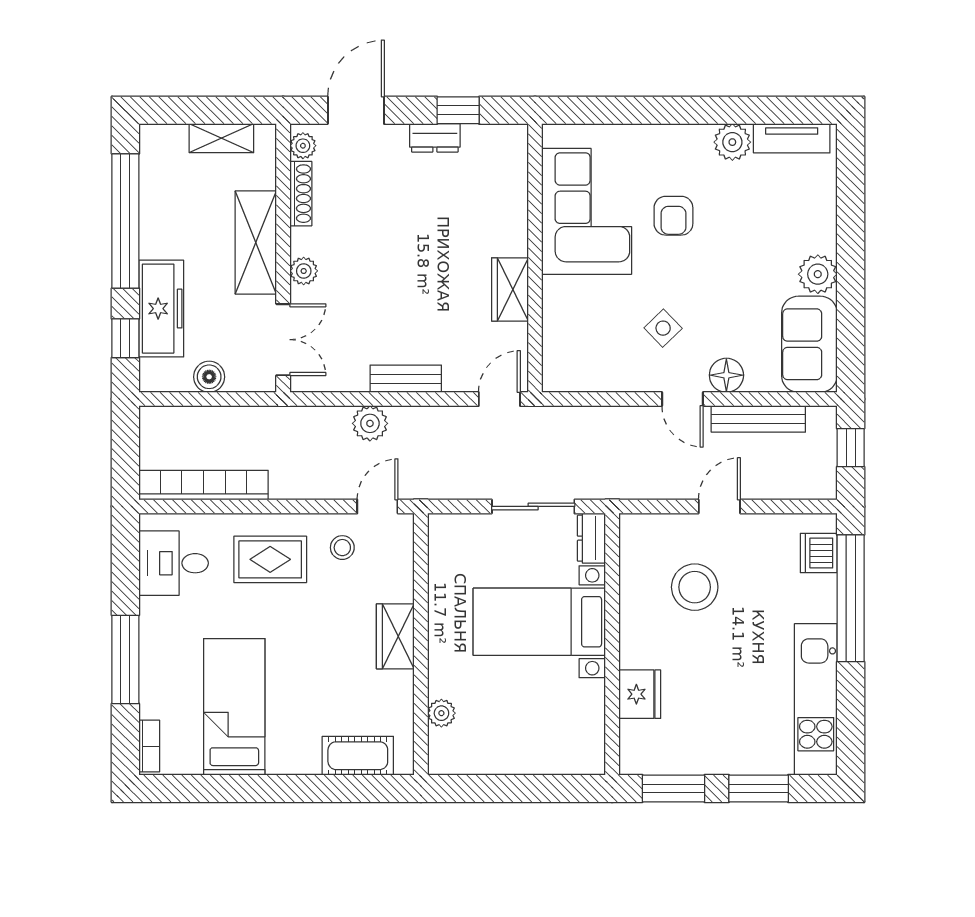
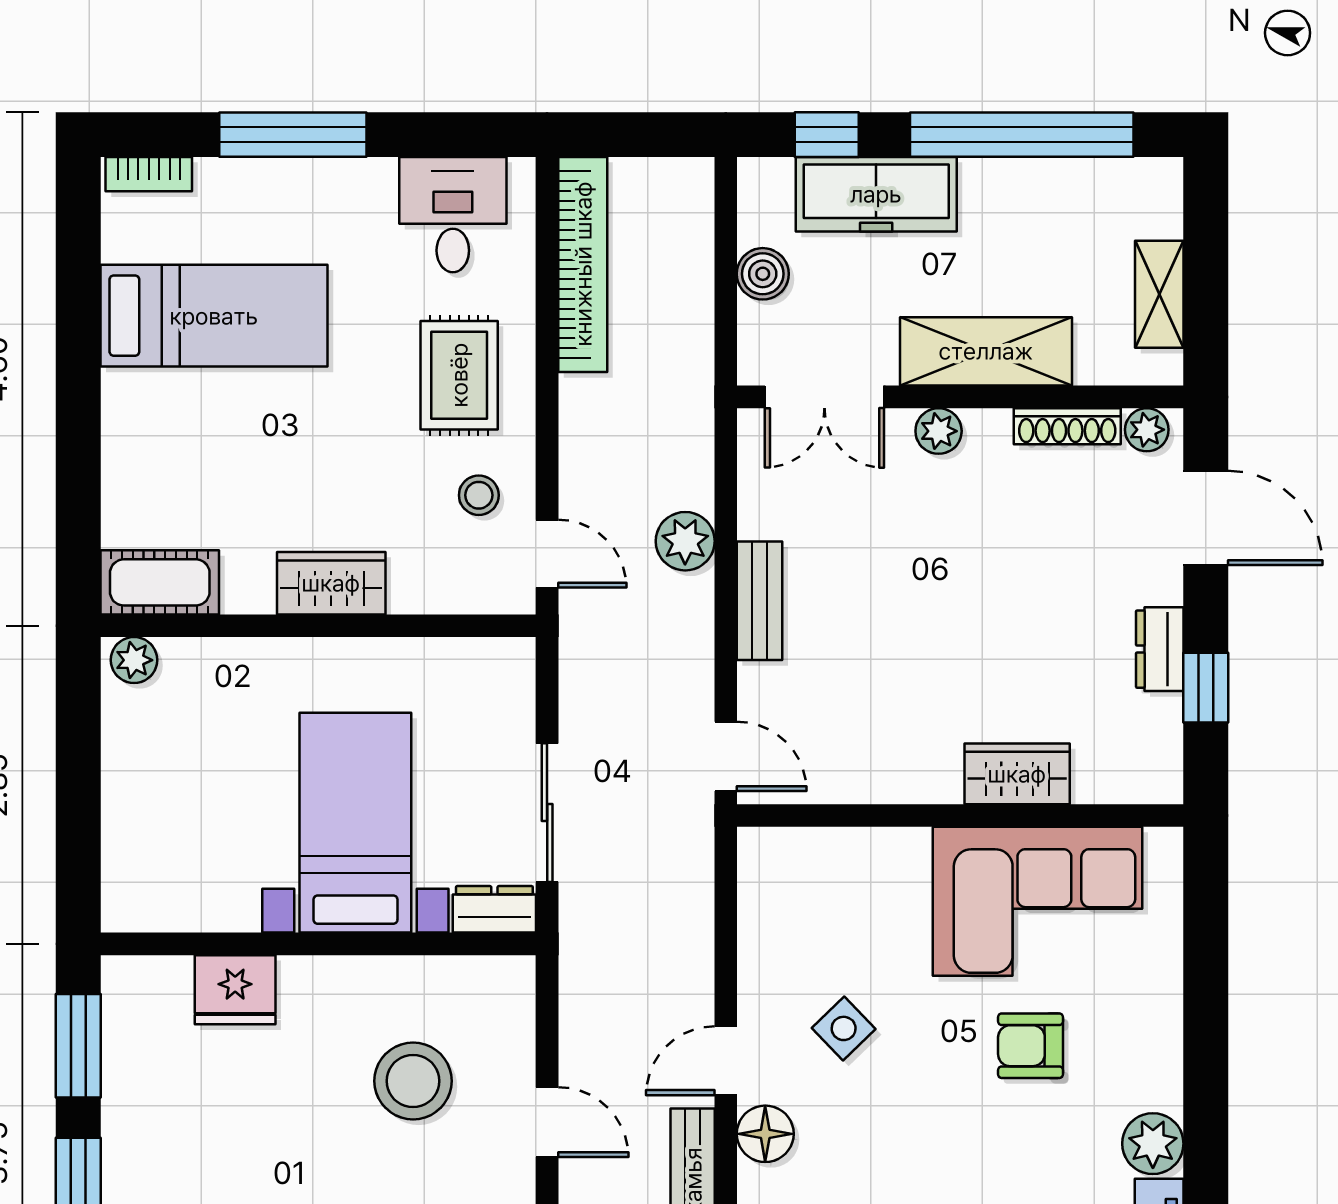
wardrobe: (510, 289) -> (1017, 774), moved
plant: (441, 713) -> (134, 660), moved
cot: (358, 756) -> (160, 582), moved, turned 90

